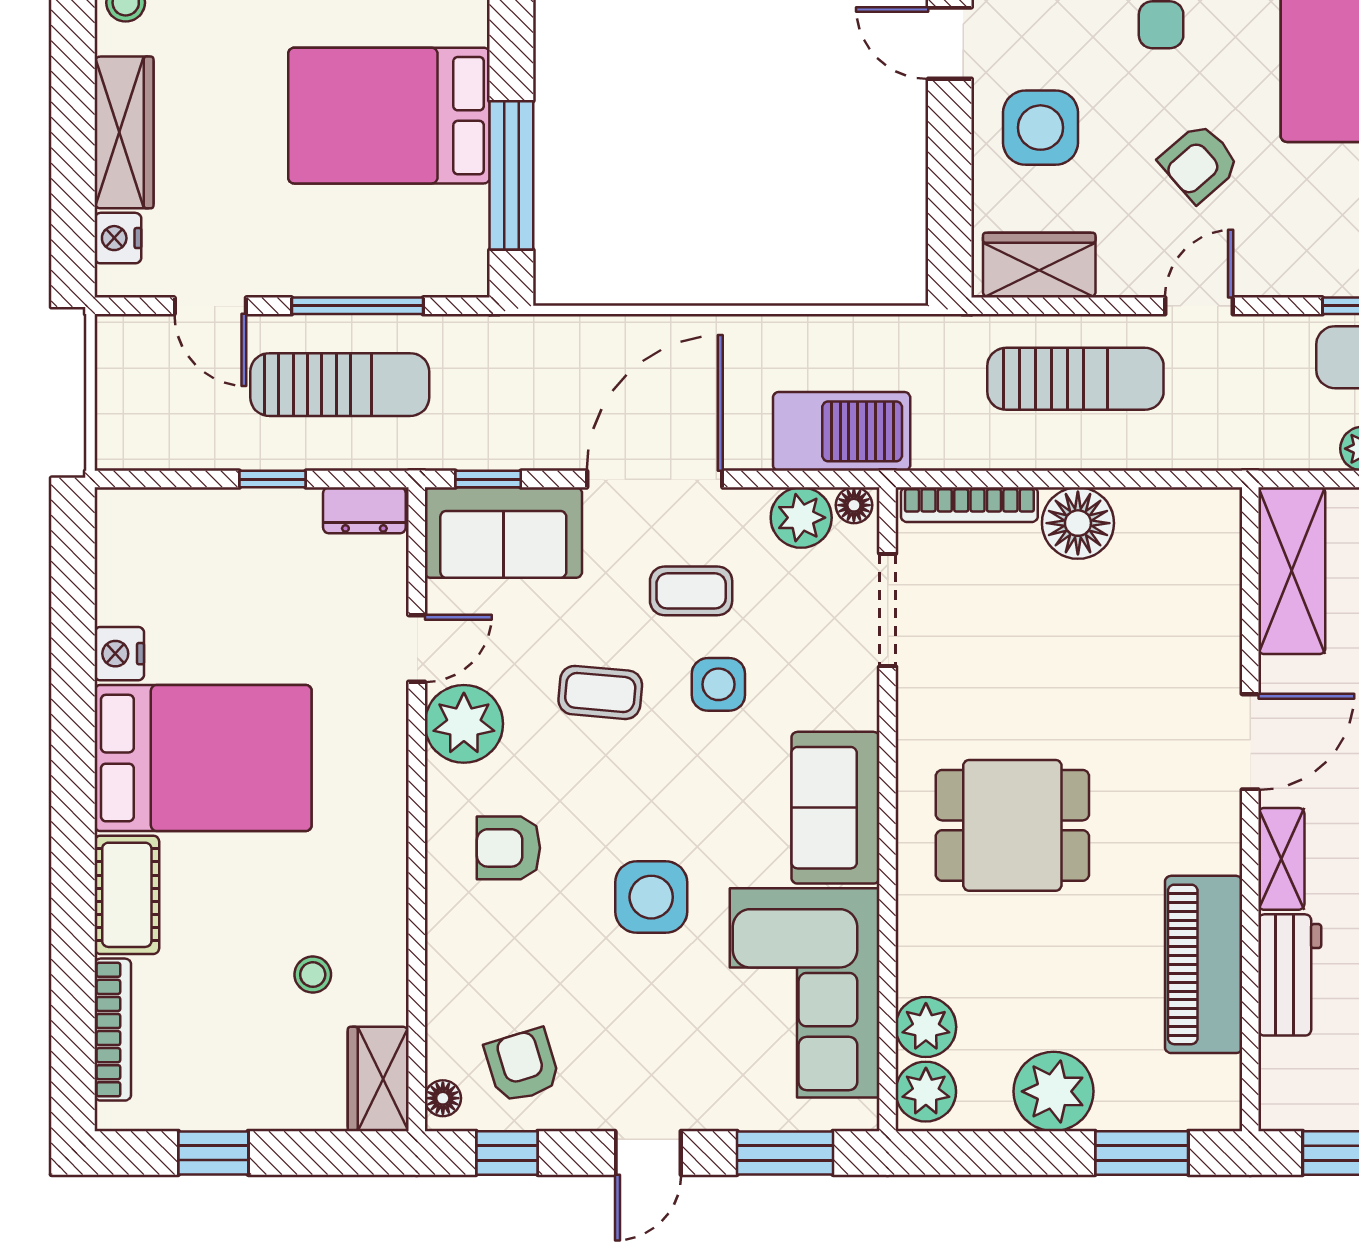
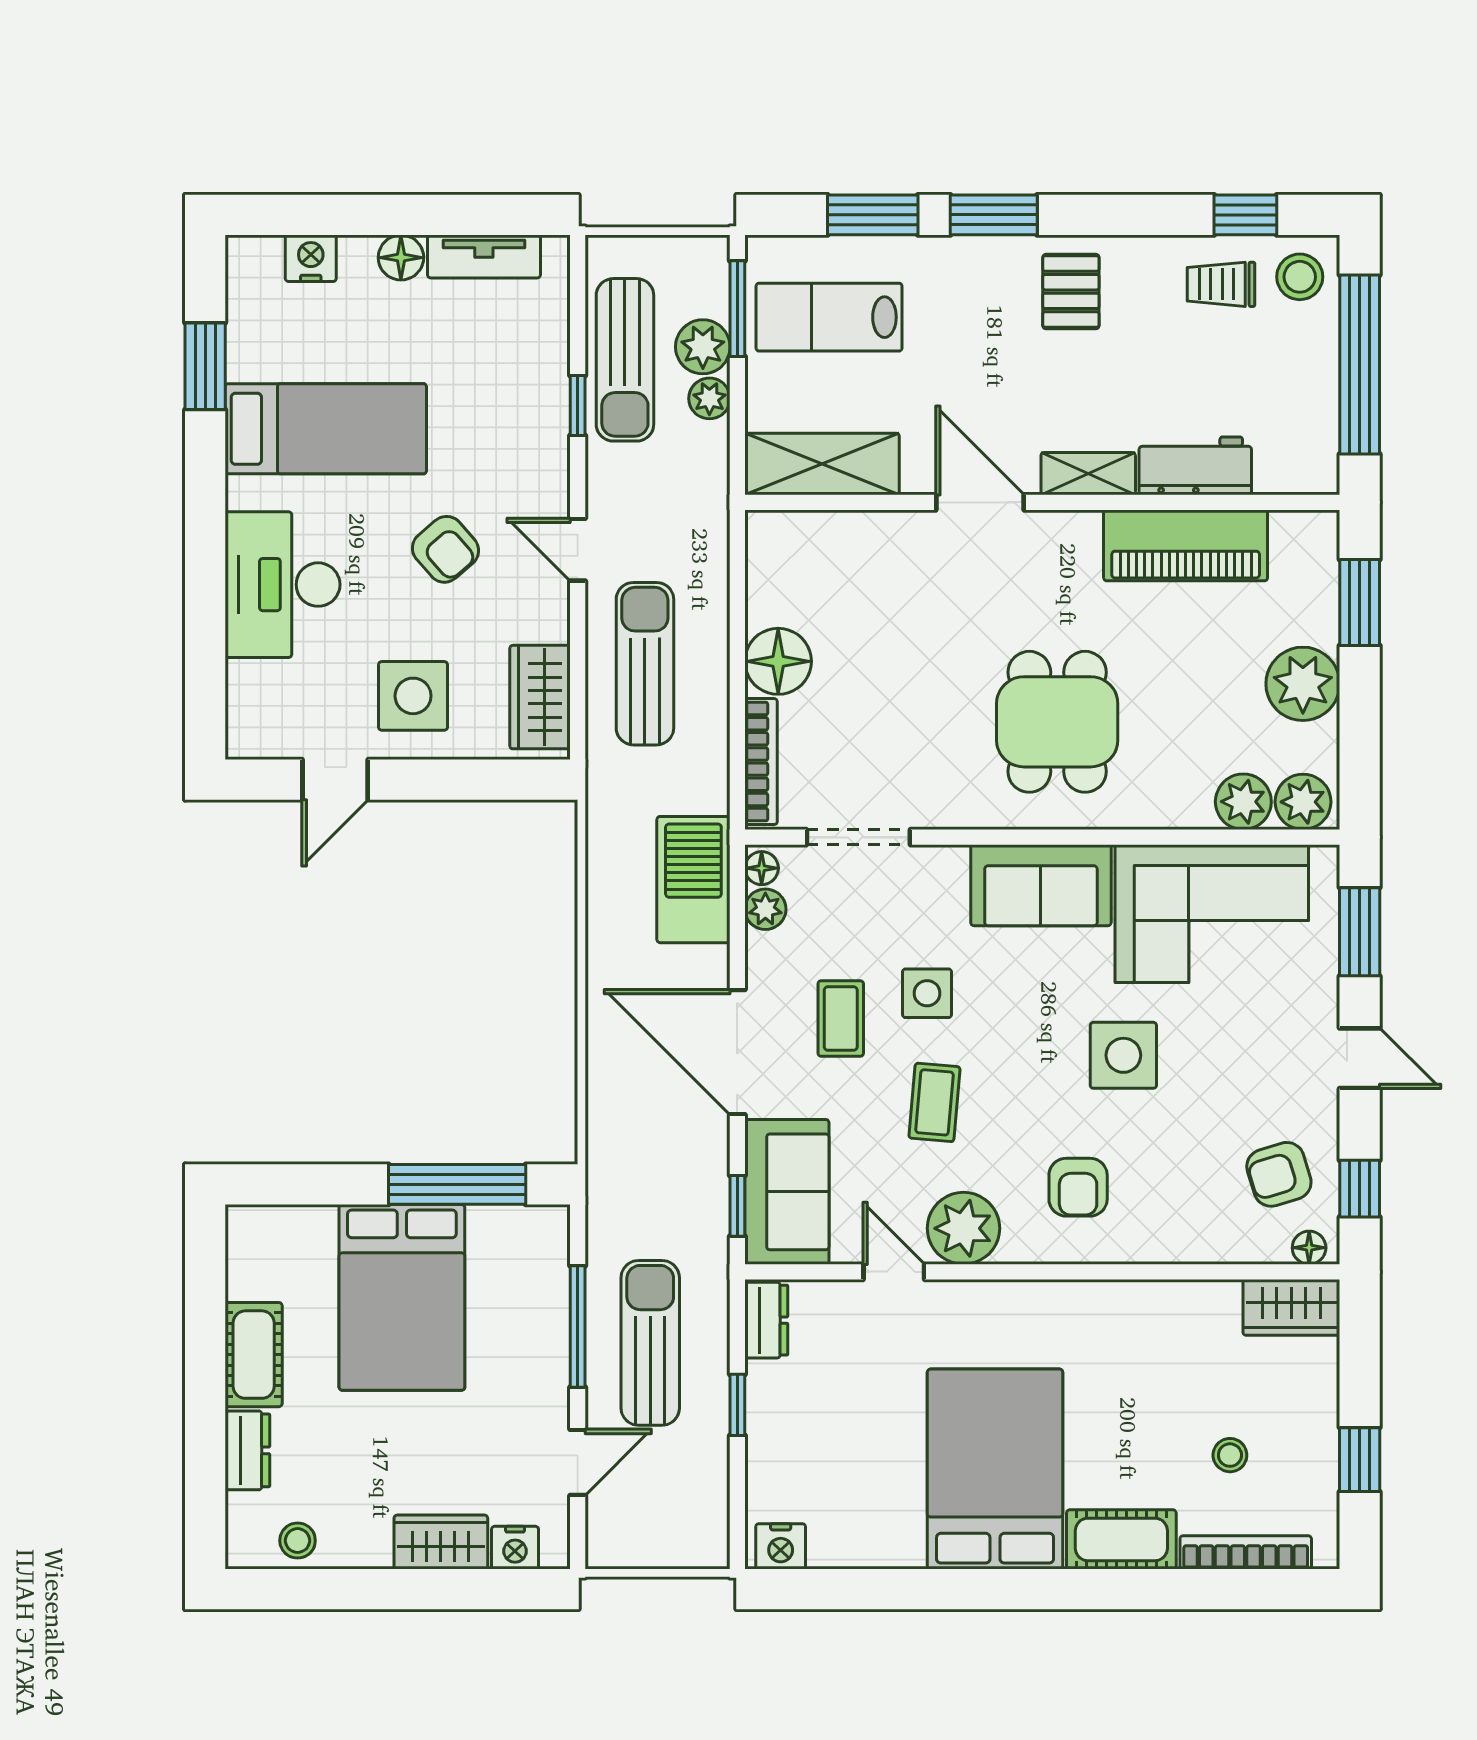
wardrobe: (124, 132) -> (441, 1542), width x0.67
plant: (801, 518) -> (765, 909), width x0.73, depth x0.73
nightstand: (119, 654) -> (781, 1546), moved
stool: (313, 975) -> (1230, 1455), moved

